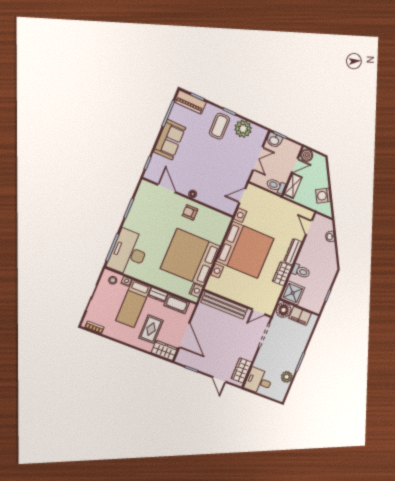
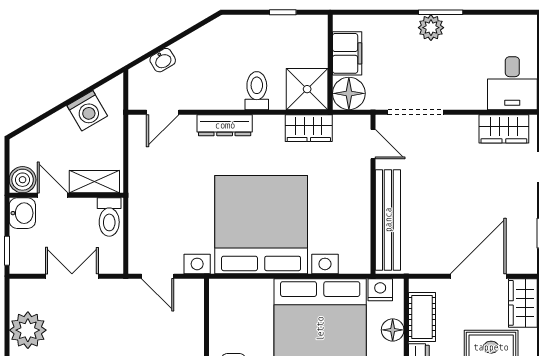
washbasin: (274, 140) -> (22, 213), moved
wardrobe: (282, 274) -> (309, 128), moved
floor lamp: (176, 289) -> (393, 330), added
plant: (287, 377) -> (431, 28), moved

